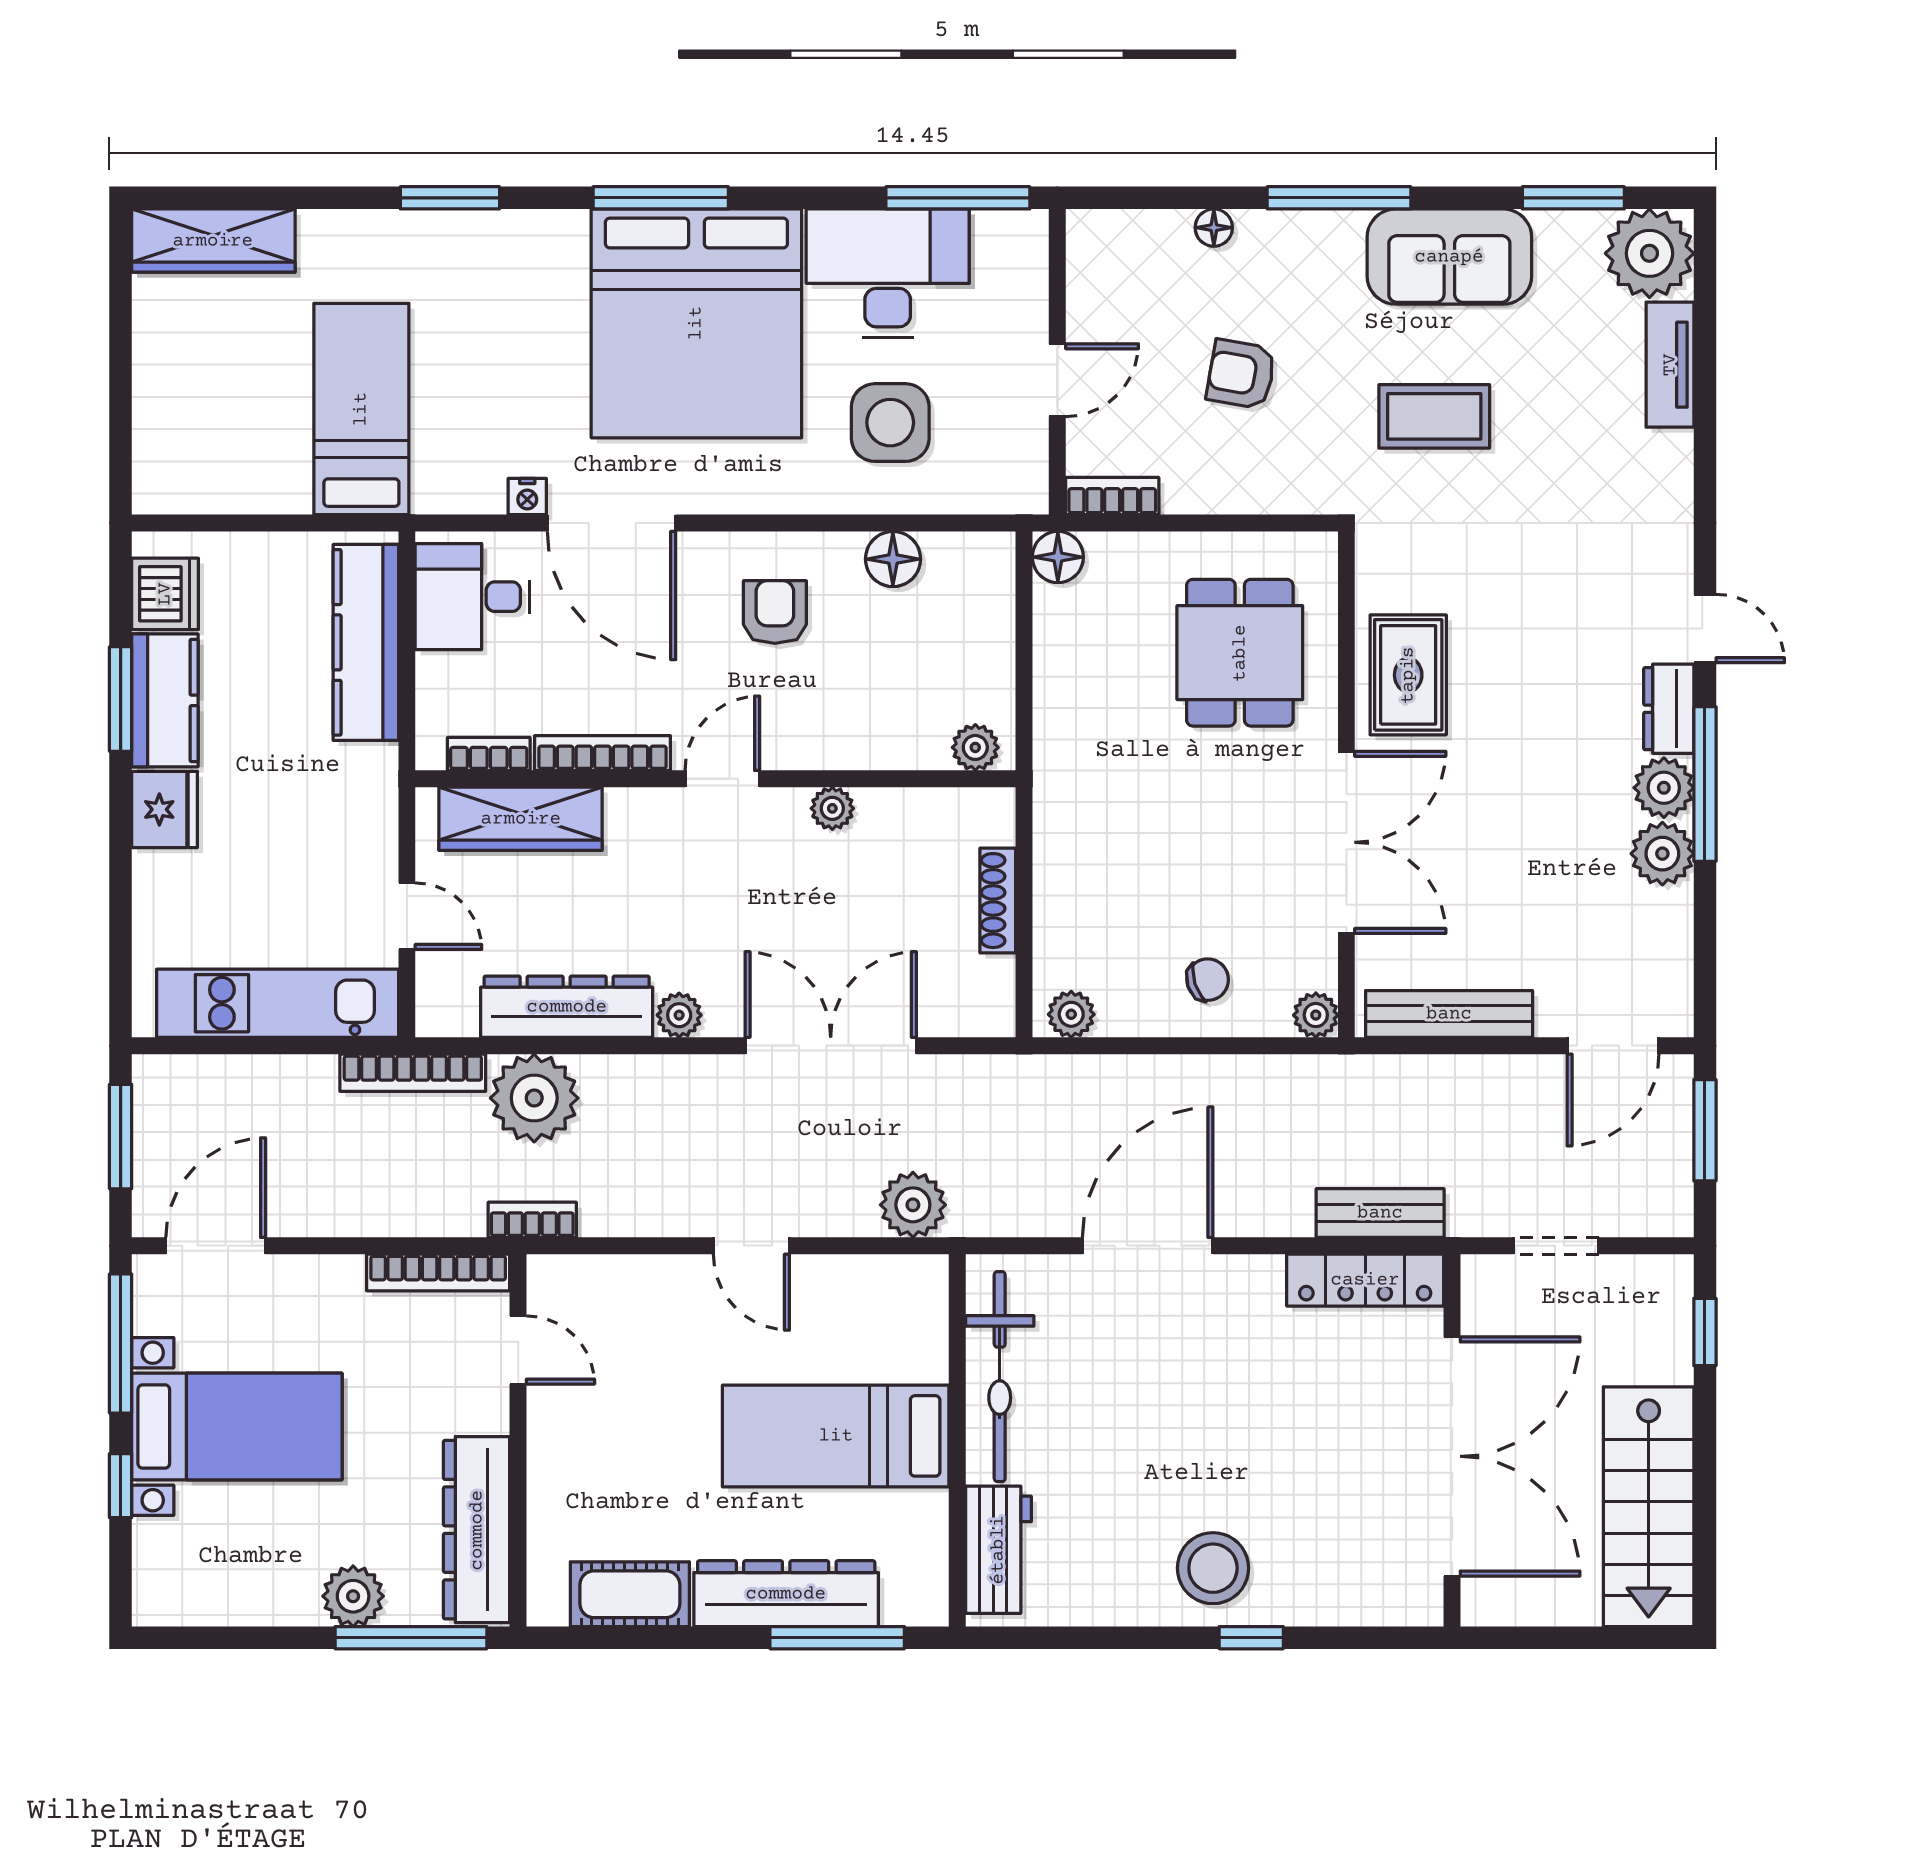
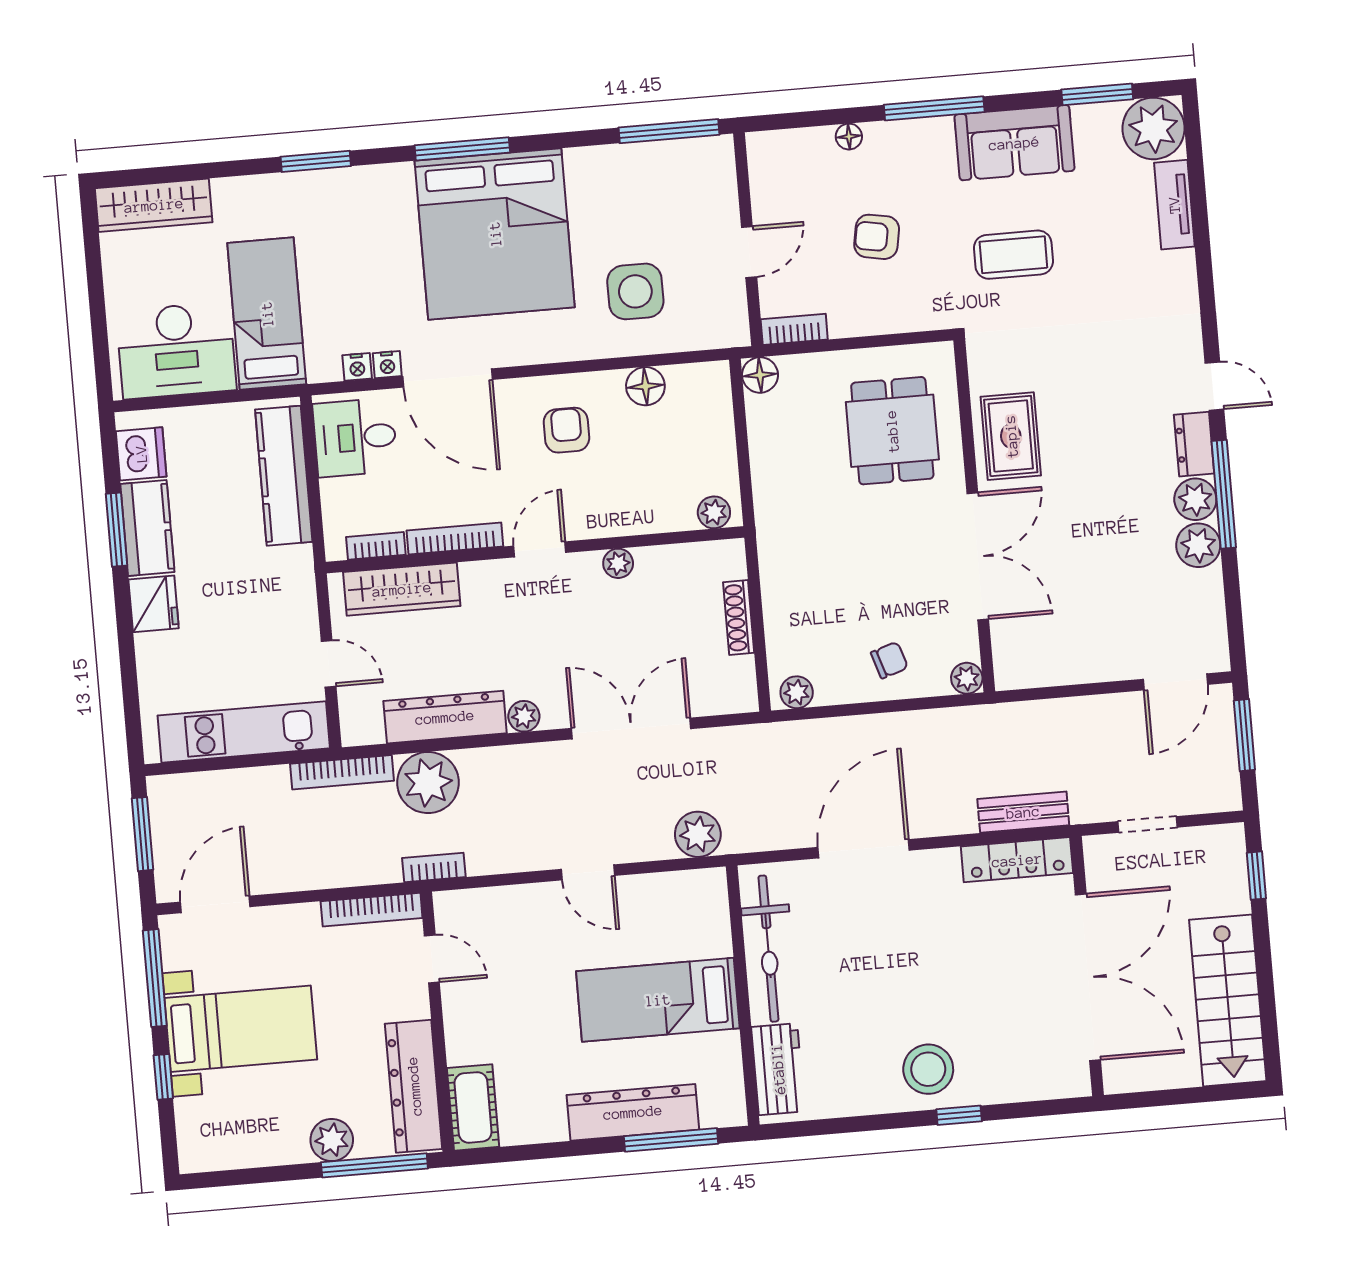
desk: (888, 273) -> (176, 351), moved, turned 180
nightstand: (484, 496) -> (357, 367), added
bench: (1449, 1014) -> (1059, 670), removed
cot: (630, 1594) -> (473, 1107), moved, turned 90

